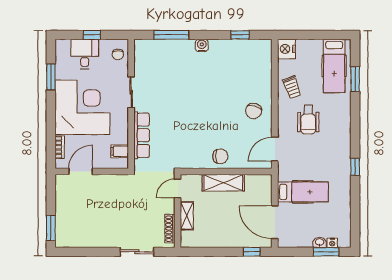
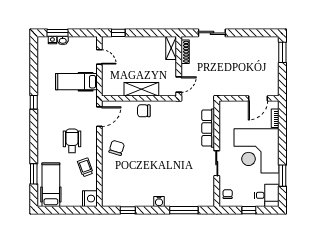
desk: (85, 54) -> (267, 195), moved, turned -90
filing cabinet: (120, 151) -> (226, 115), removed
shelving: (187, 216) -> (171, 48), moved
door: (275, 222) -> (99, 57), width x0.53

